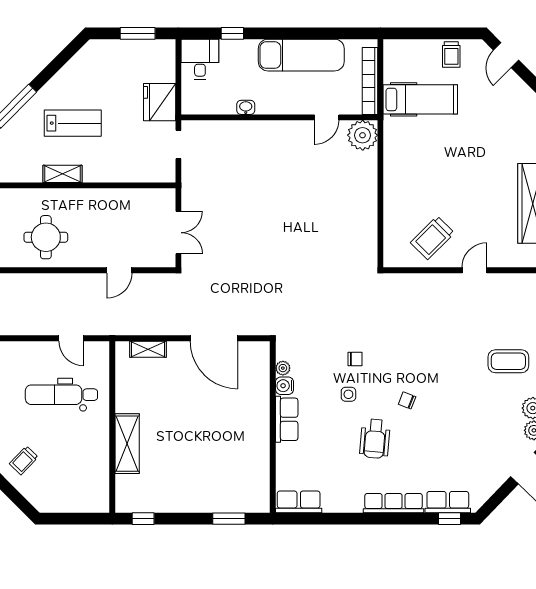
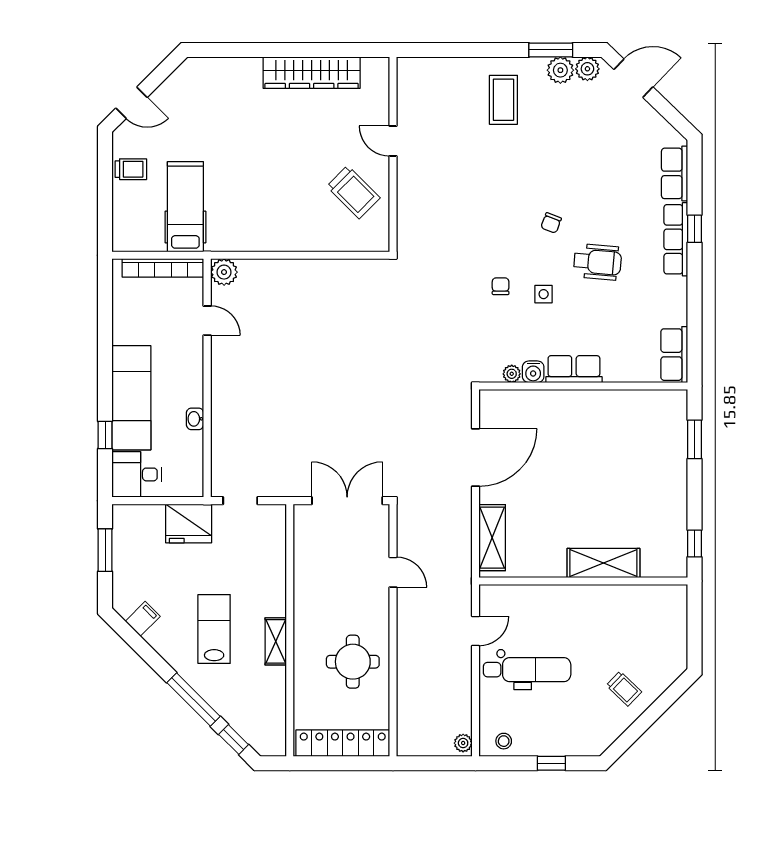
exam couch: (301, 55) -> (131, 398), moved
filing cabinet: (81, 64) -> (143, 619), added
plant: (363, 135) -> (224, 272), width x0.73, depth x0.73
double door: (178, 233) -> (347, 501), width x1.37
shelving: (148, 349) -> (492, 538), width x1.50, depth x1.33
dental chair: (61, 395) -> (527, 670), moved, turned -90
window: (450, 519) -> (695, 229), moved

